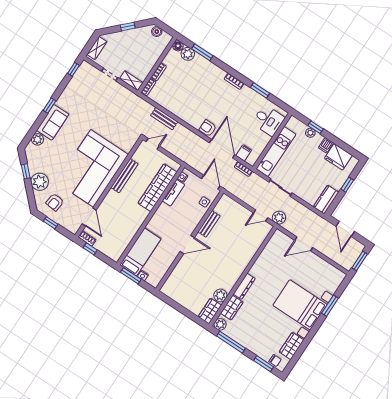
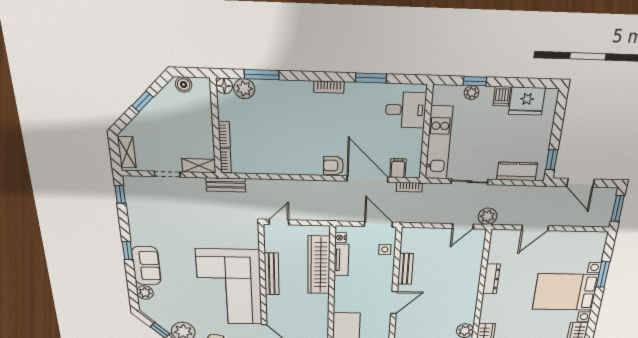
bench: (164, 119) -> (226, 185), moved
window: (347, 185) -> (552, 160), moved
kitchen counter: (326, 200) -> (517, 171), moved, turned 90
dresser: (244, 286) -> (491, 279), moved

